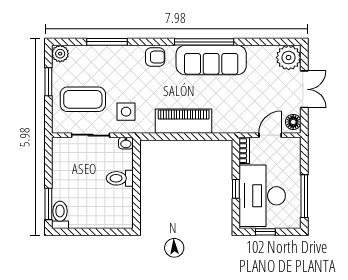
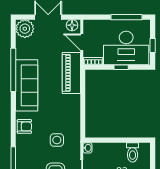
window: (204, 42) -> (13, 70), moved
armchair: (155, 57) -> (24, 126), turned 90
side table: (126, 112) -> (57, 140), moved
piano: (184, 121) -> (71, 73), moved
toilet: (120, 178) -> (133, 152), moved

